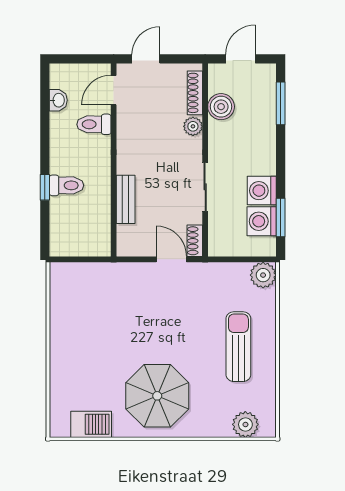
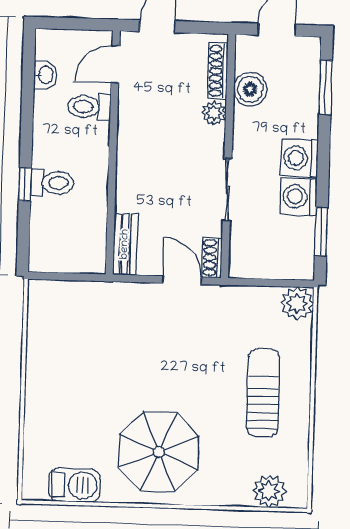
bench: (126, 199) -> (125, 244), moved
washing machine: (262, 221) -> (299, 158), moved

